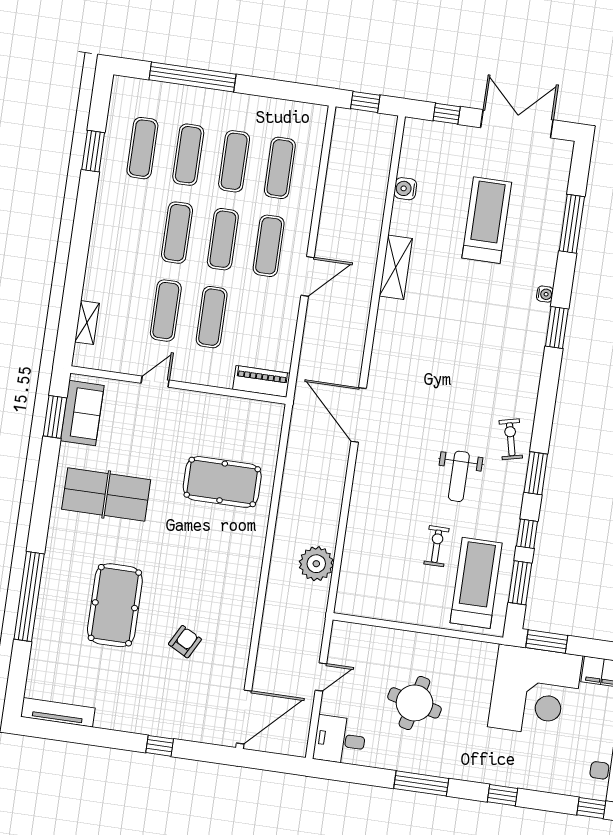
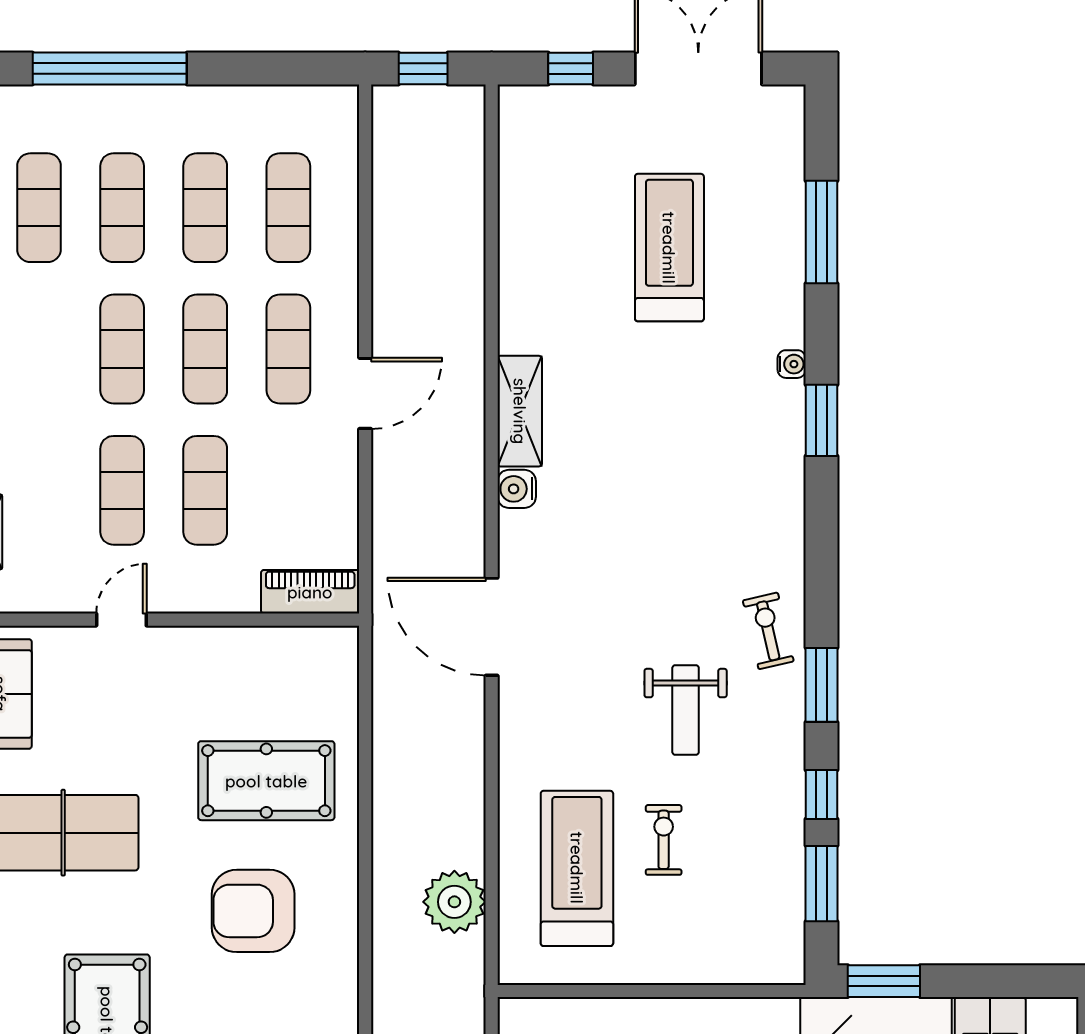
water cooler: (405, 189) -> (517, 489), moved
shelving: (396, 267) -> (520, 411), moved
armchair: (205, 553) -> (253, 911), added
treadmill: (476, 583) -> (577, 868), moved

